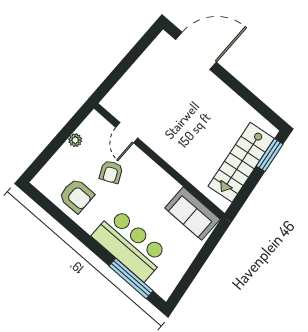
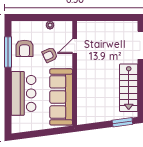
stairs: (241, 162) -> (129, 88), moved, turned -82
sofa: (192, 214) -> (61, 97), width x1.85, depth x1.27
window: (131, 278) -> (8, 52), moved

